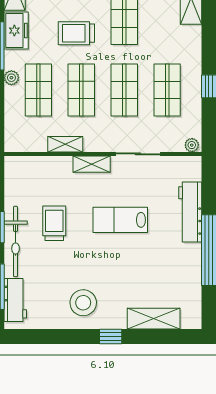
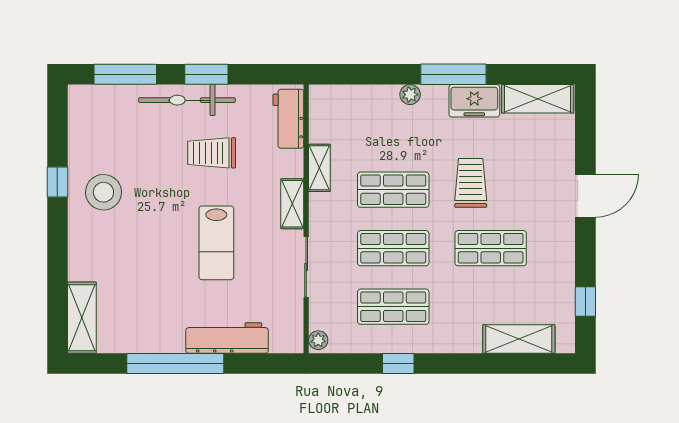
shop shelf: (38, 90) -> (393, 131), removed
lab bench: (120, 220) -> (216, 243), turned 180
trolley: (54, 223) -> (212, 153), turned 180
workbench: (15, 300) -> (288, 119), moved, turned 90
shelving: (154, 319) -> (82, 318), moved
window: (111, 337) -> (57, 182), moved

